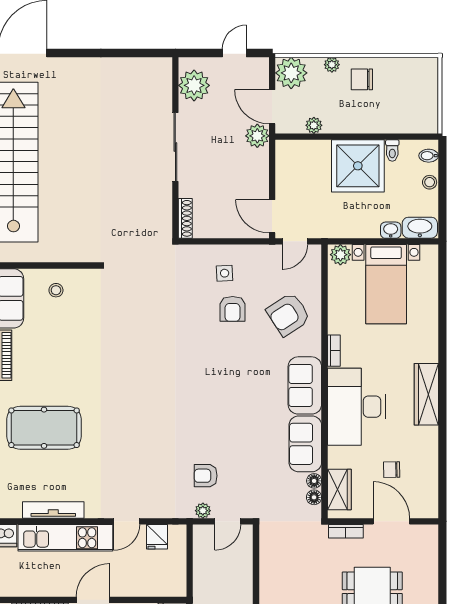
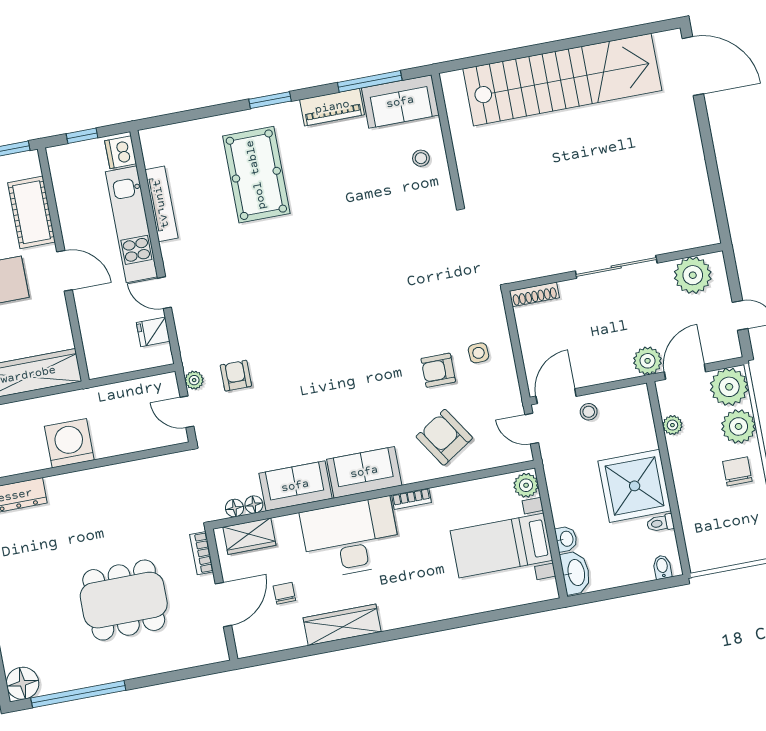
plant: (332, 65) -> (739, 426), width x1.88, depth x1.88
stool: (430, 182) -> (589, 412), moved
wardrobe: (426, 394) -> (342, 625), moved

